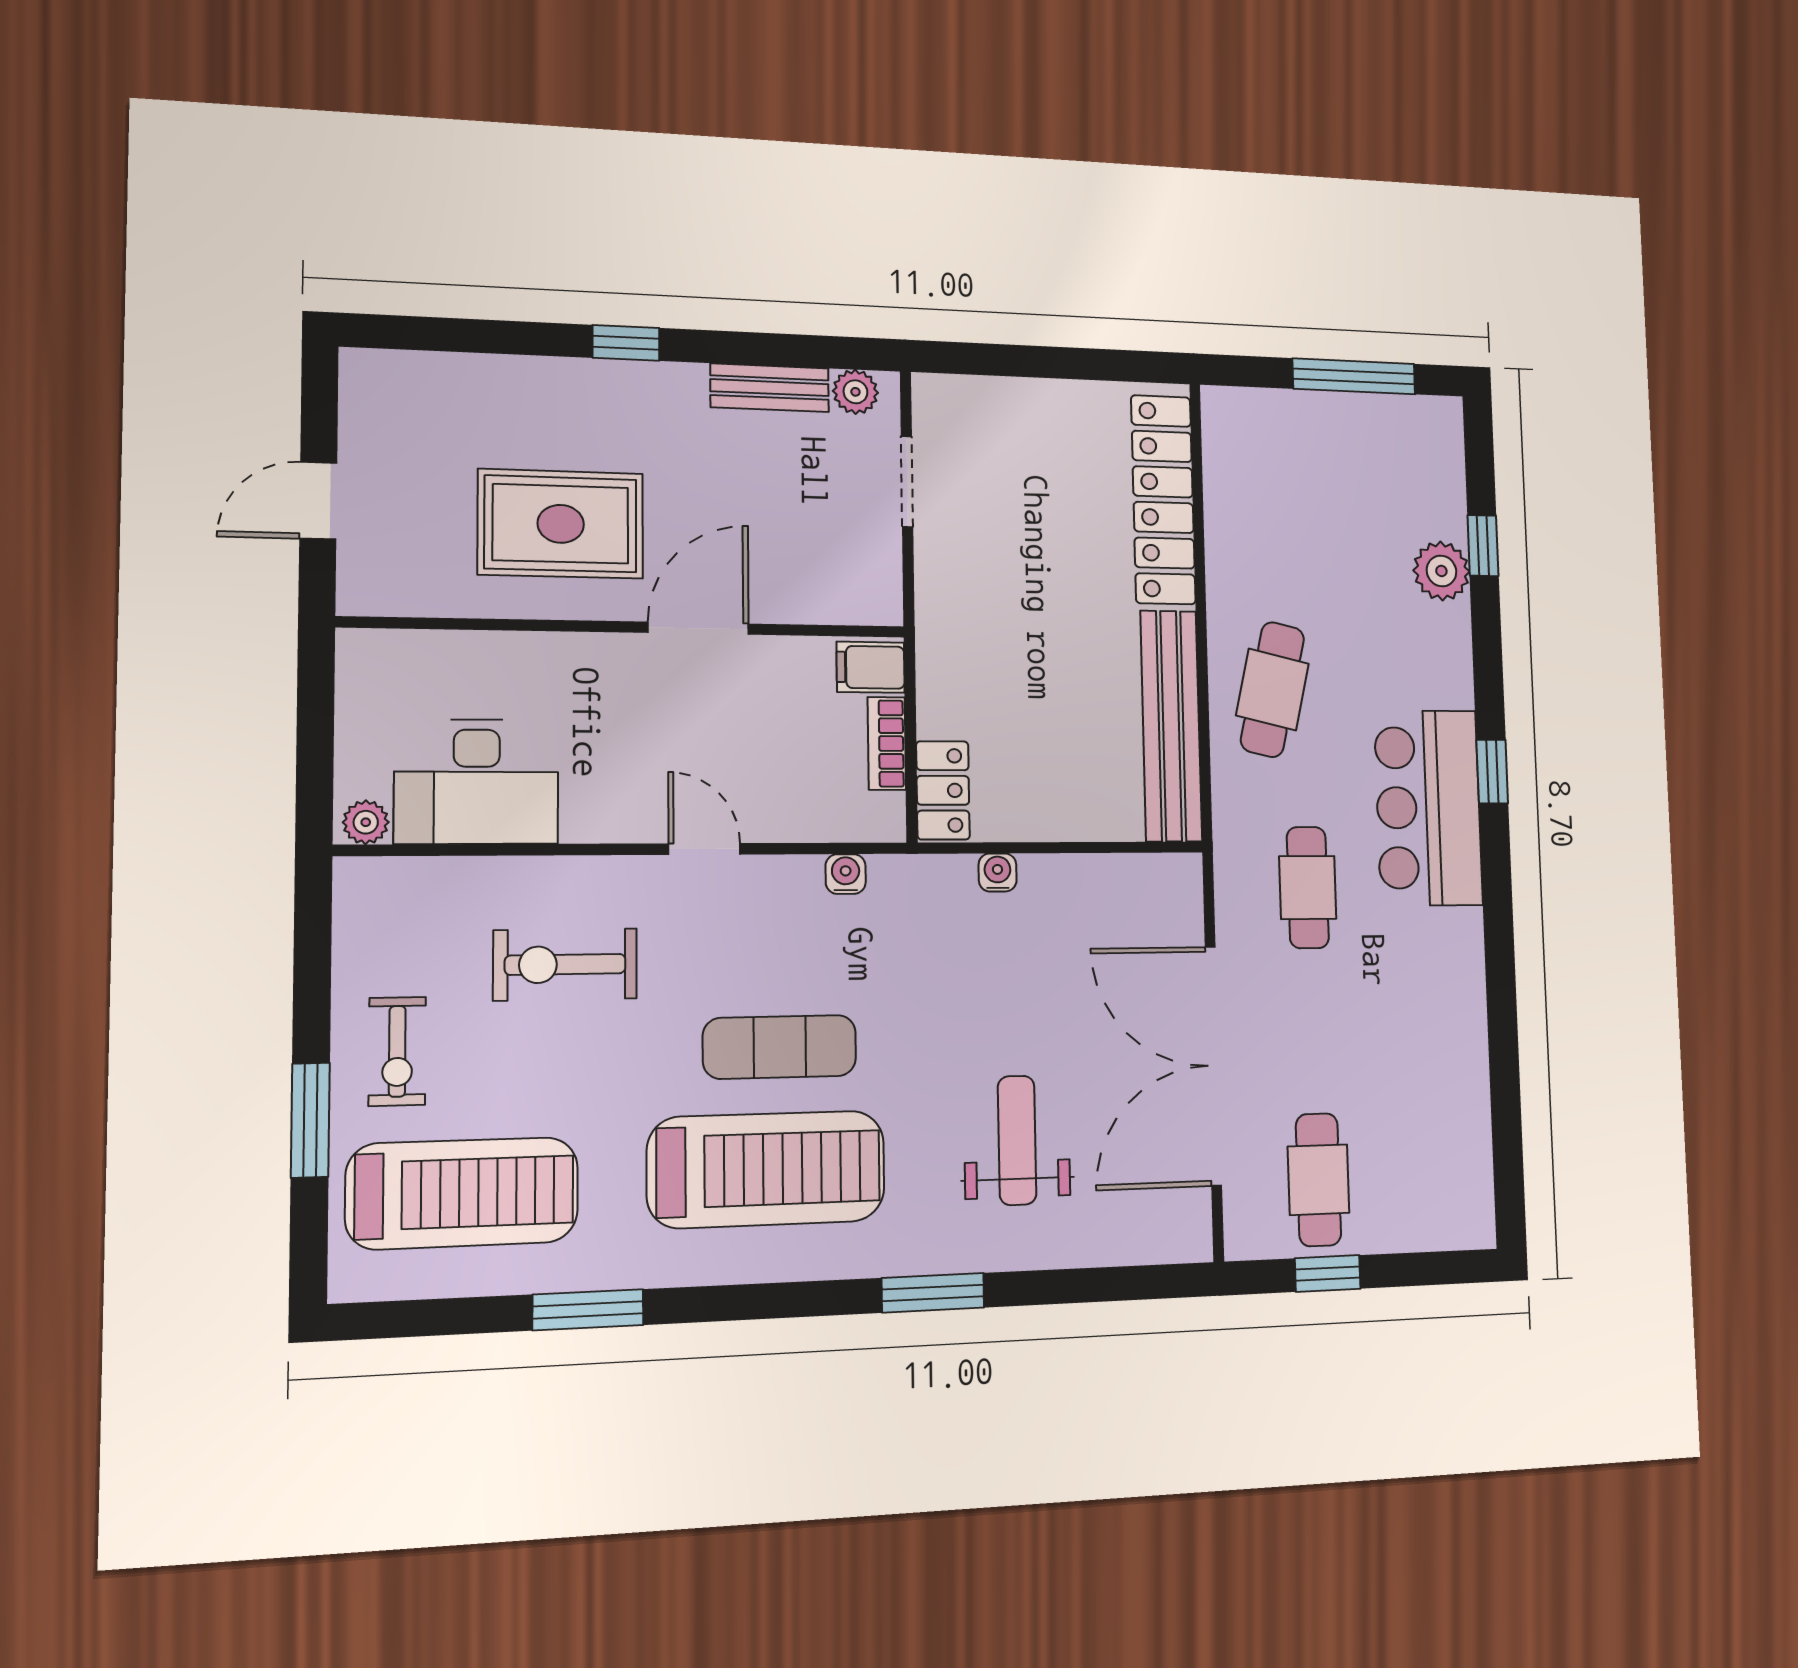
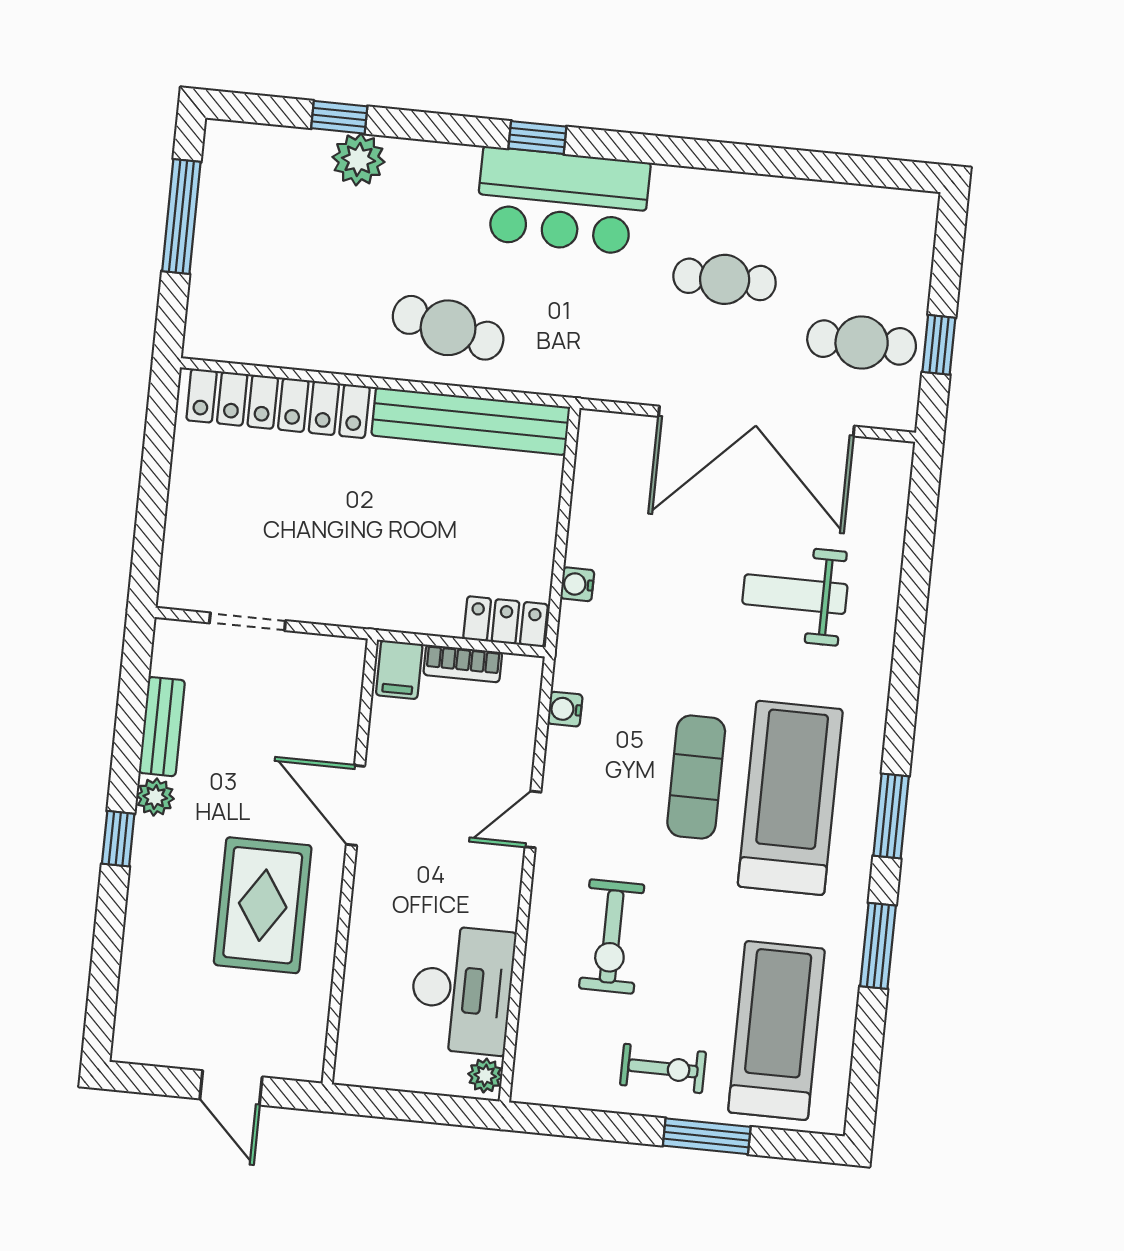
plant: (855, 392) -> (155, 797), moved
cafe table: (1308, 888) -> (725, 279), moved
window: (933, 1293) -> (891, 816), moved

